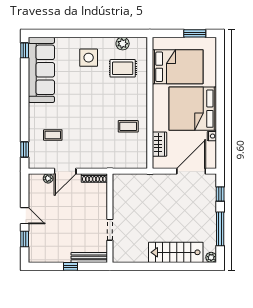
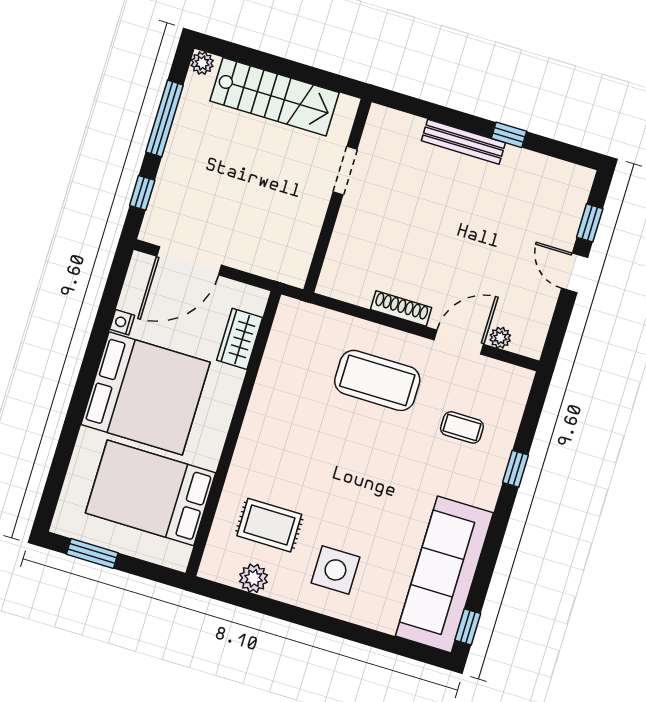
coffee table: (128, 126) -> (377, 380), moved, width x1.86, depth x1.72
window: (25, 149) -> (515, 469), moved
wall: (110, 218) -> (337, 196), moved
doorway: (110, 230) -> (345, 171), moved

